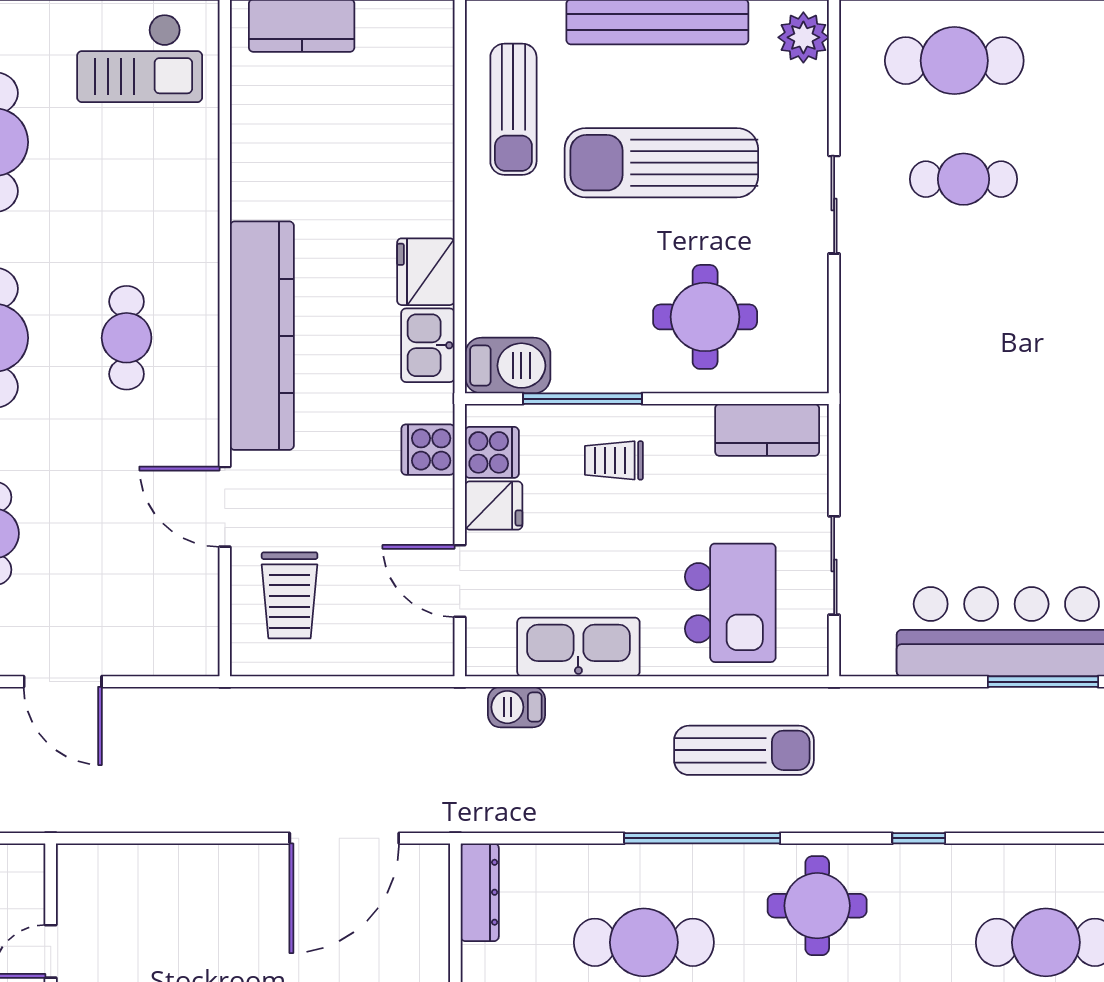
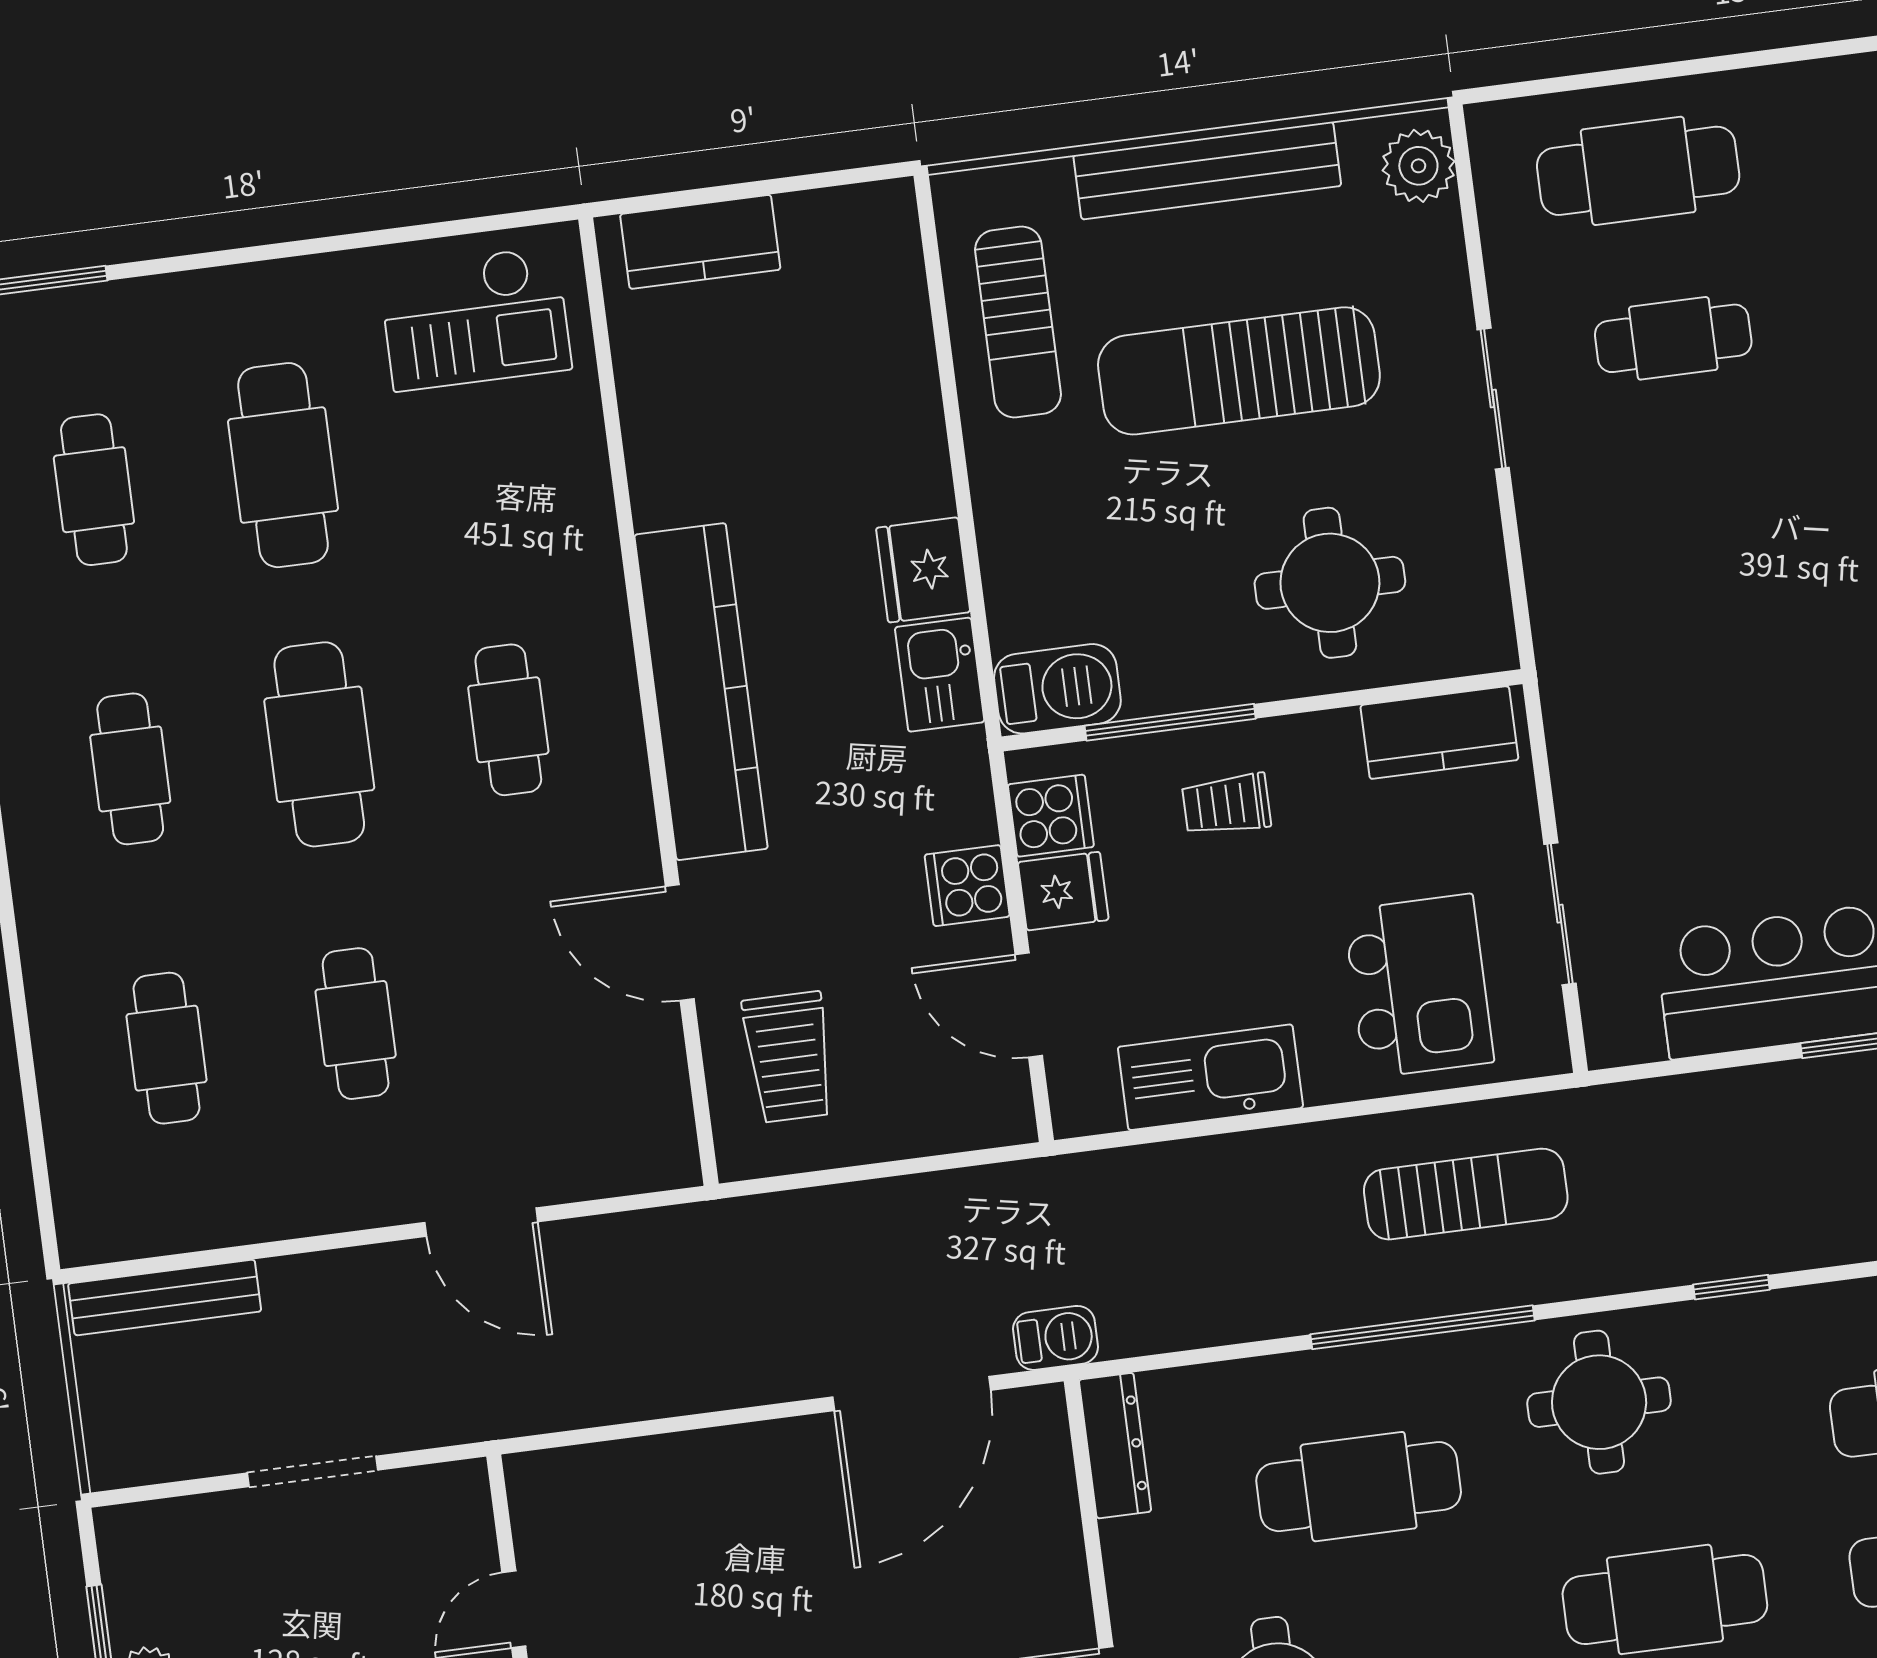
cooker: (428, 450) -> (967, 886), moved
barbecue: (517, 707) -> (1056, 1338), moved, turned 180

